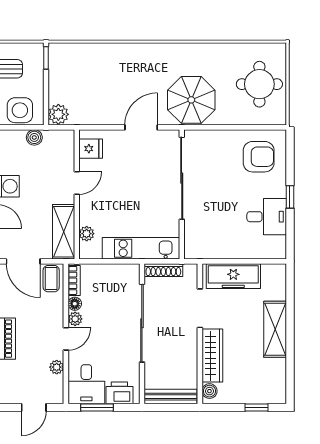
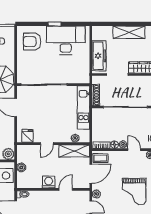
armchair: (259, 157) -> (32, 42), turned -90
door: (77, 183) -> (47, 144), swing flipped
desk: (267, 217) -> (66, 40), width x1.87, depth x1.30

